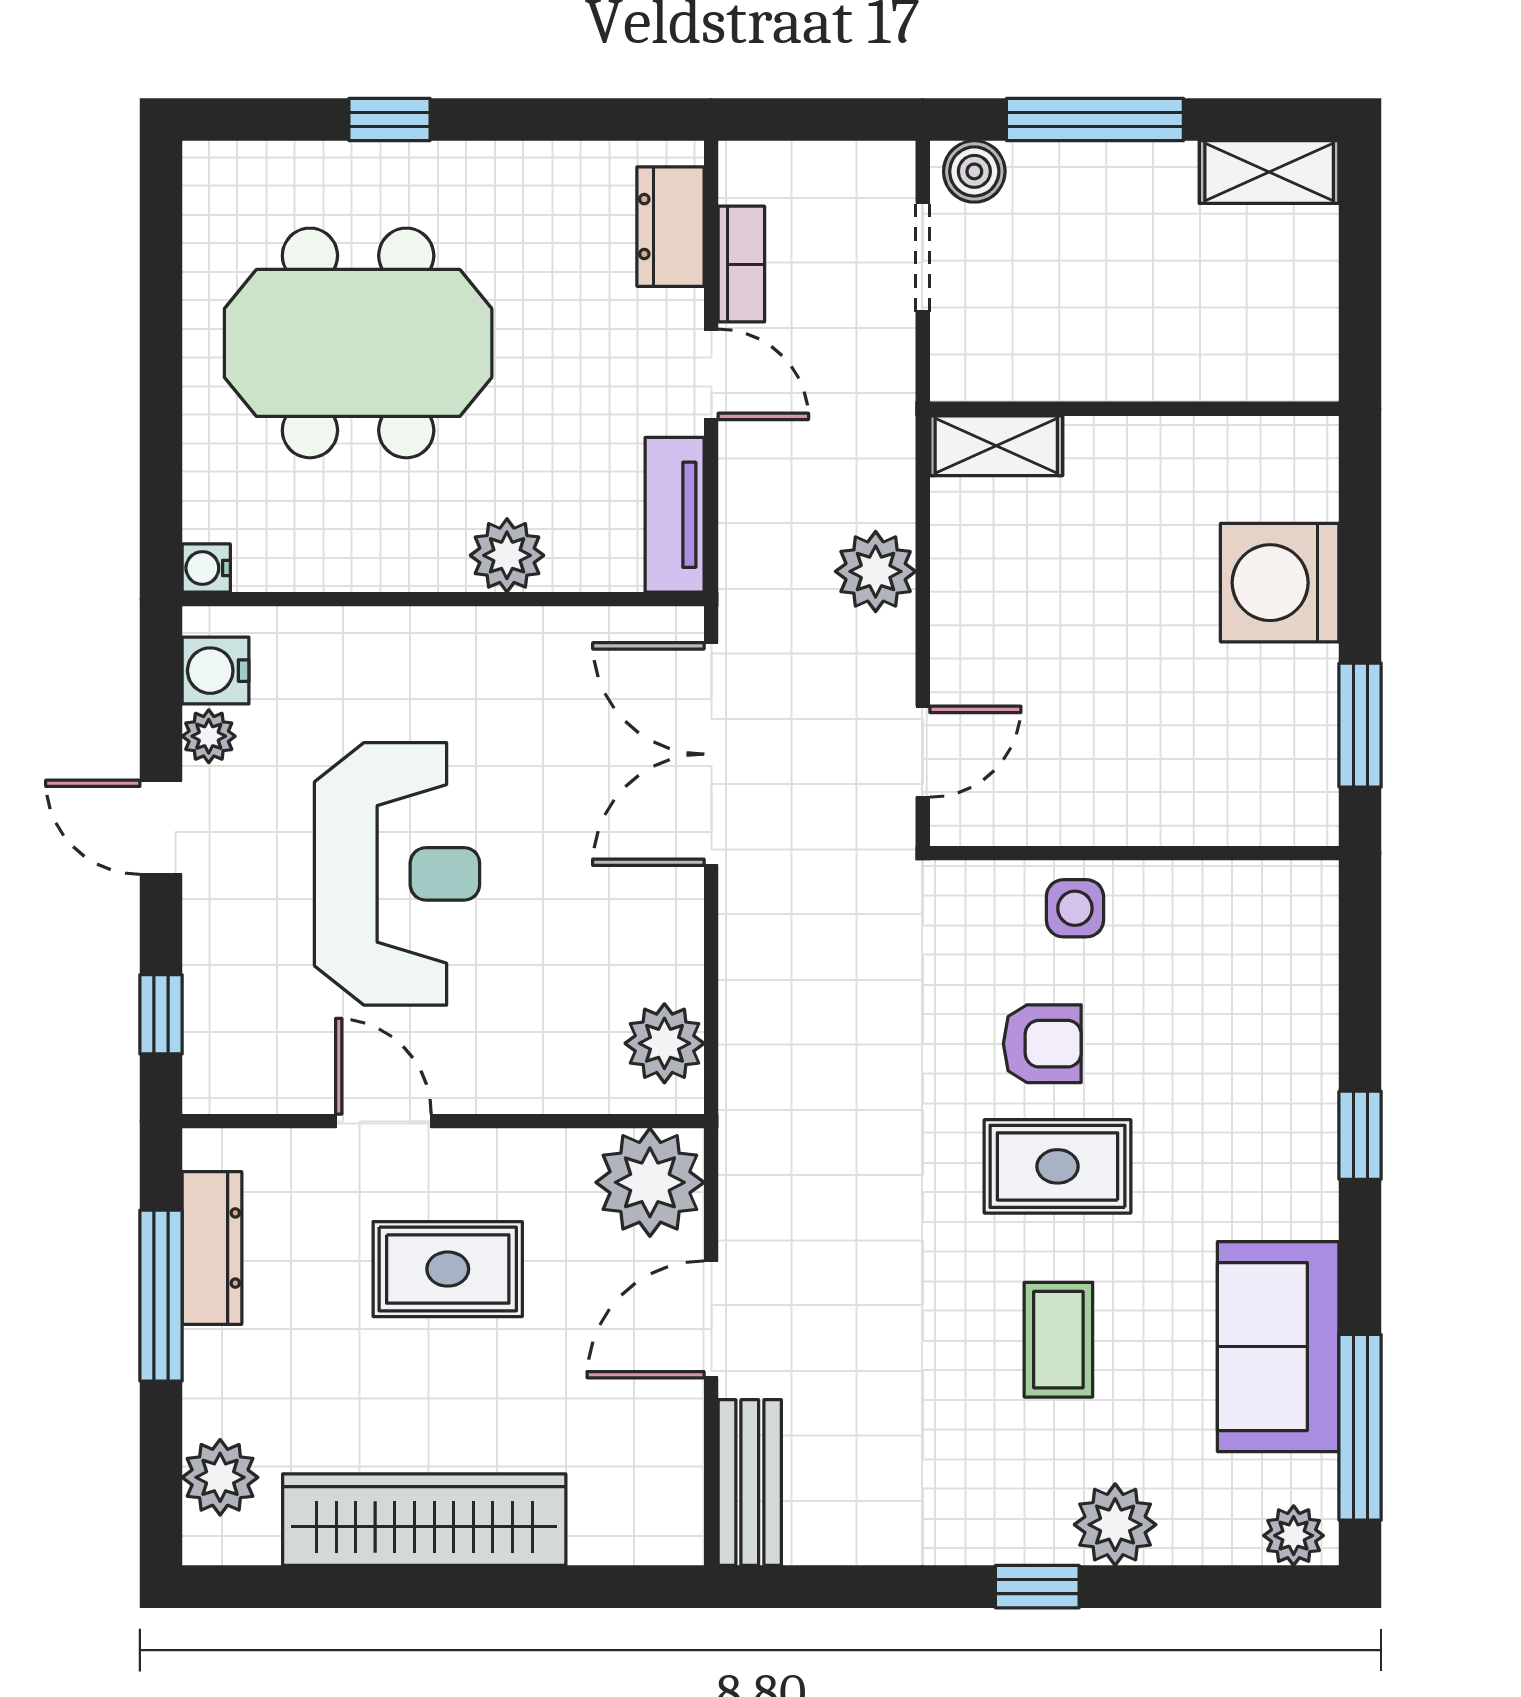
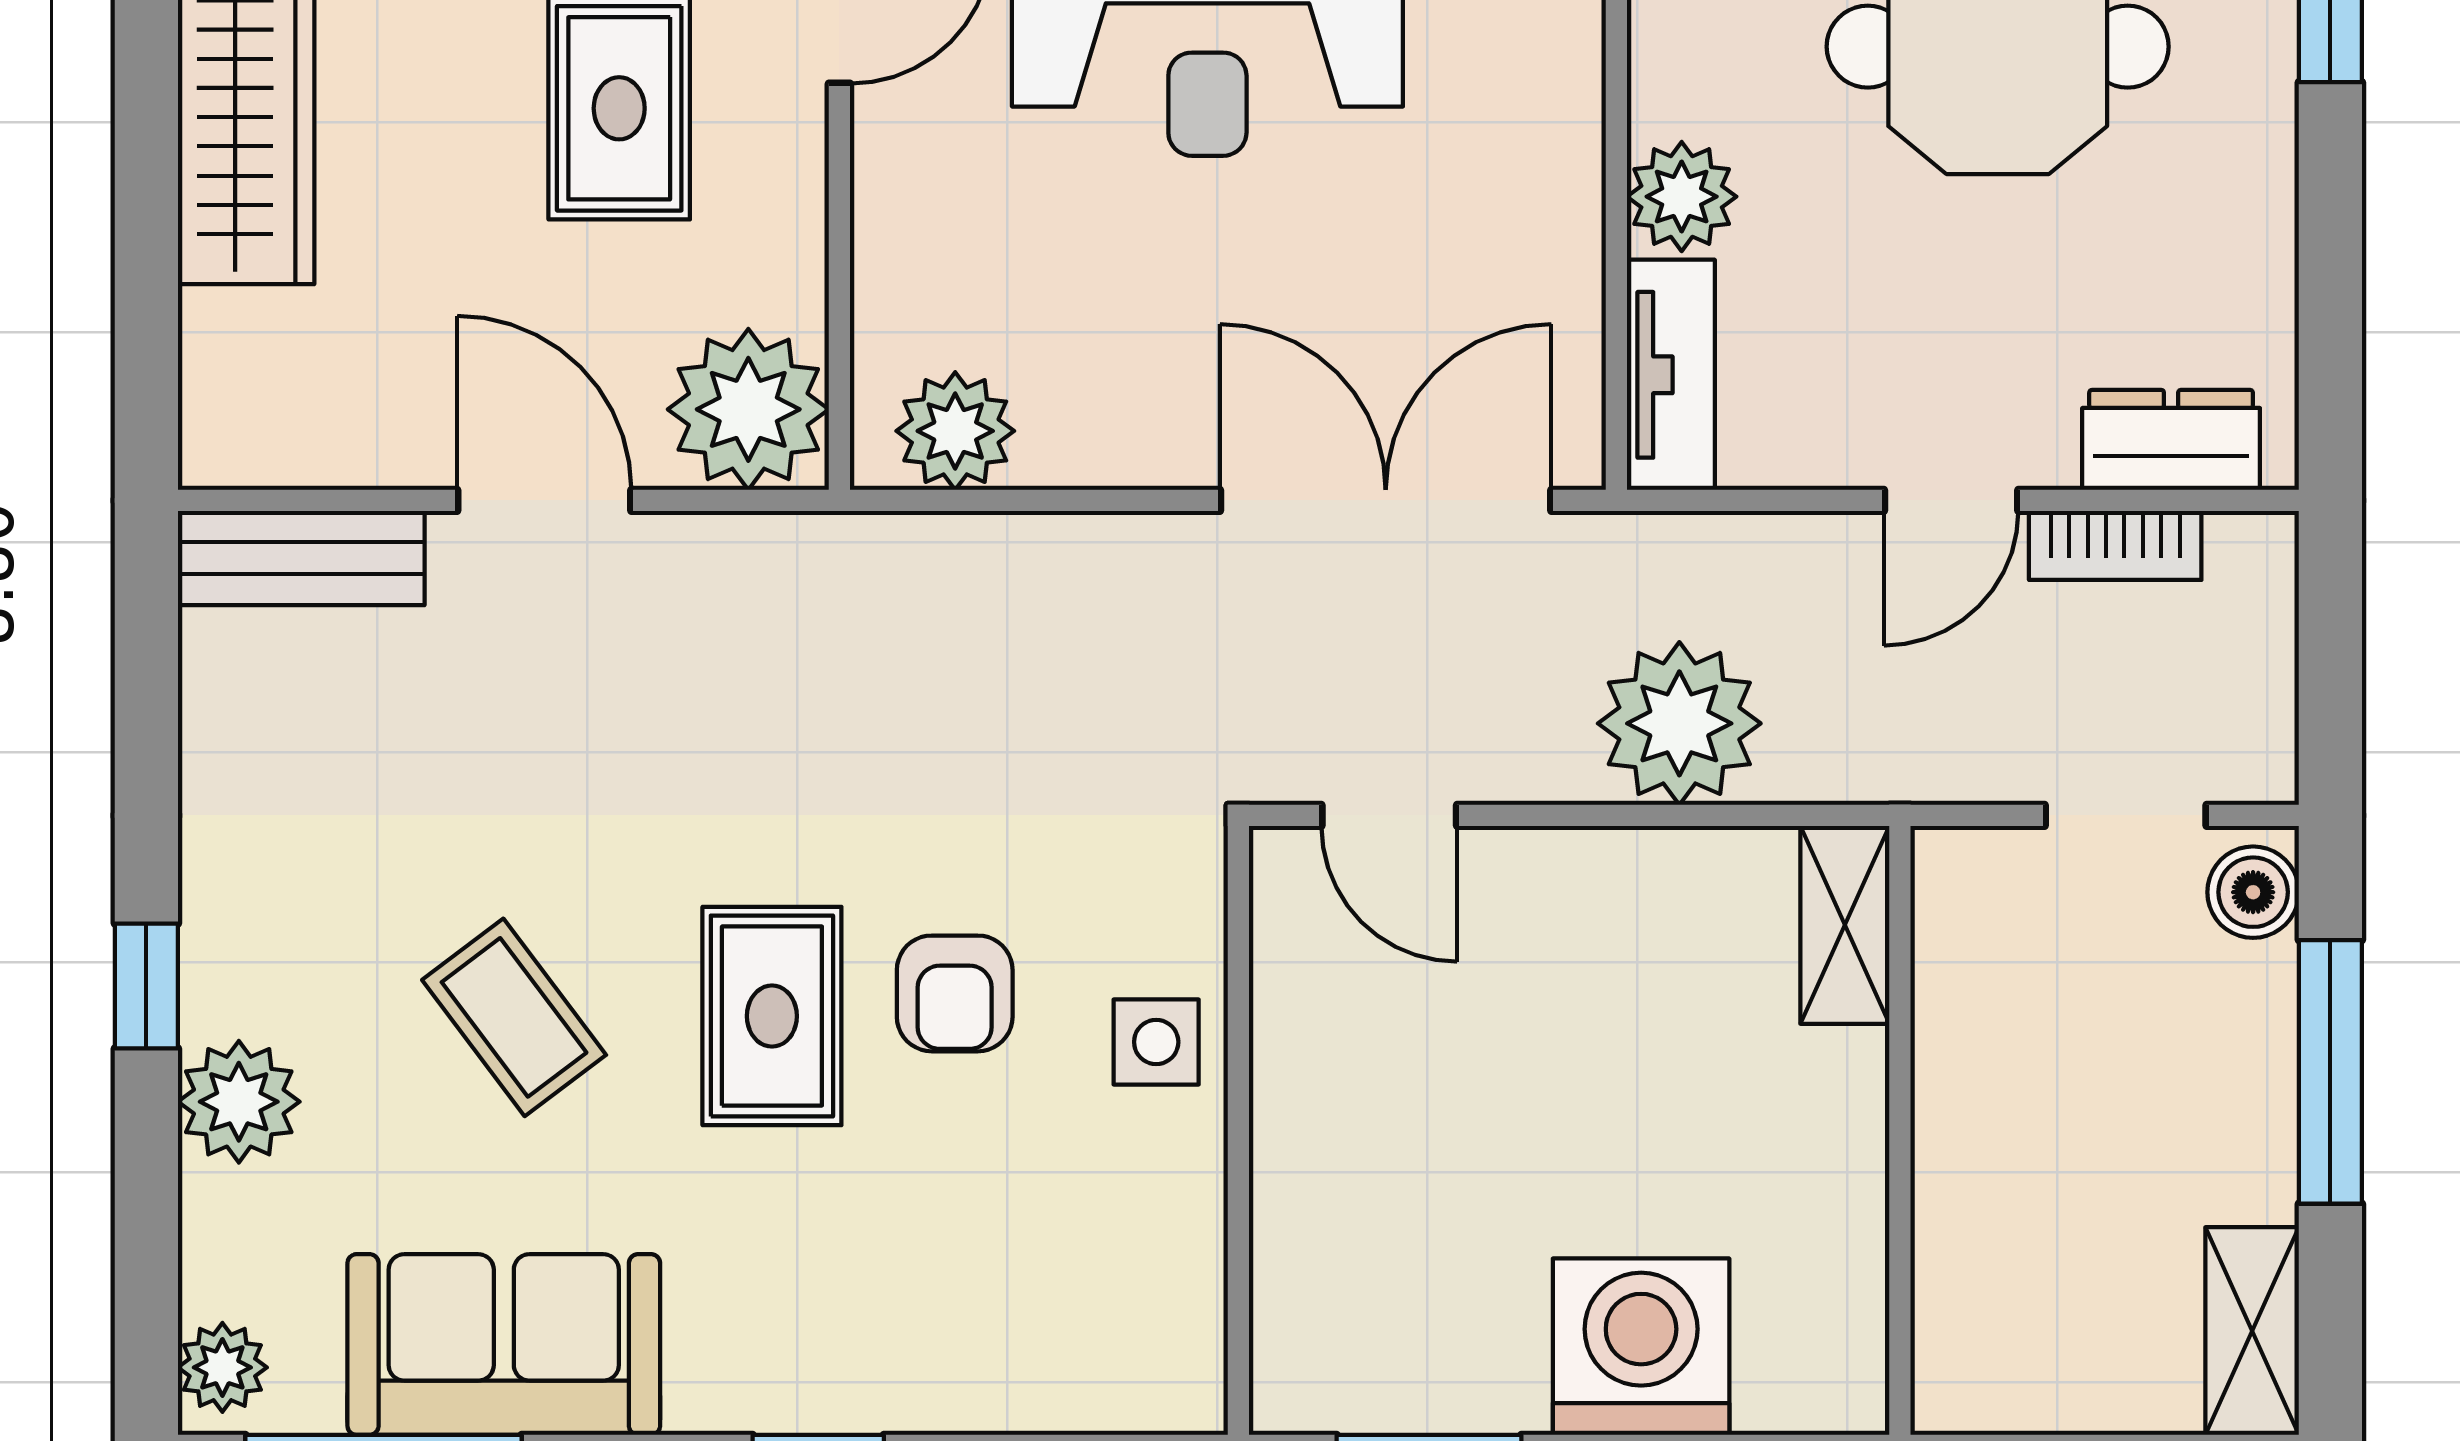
tv unit: (675, 515) -> (1671, 375), moved, turned 90
plant: (876, 571) -> (1679, 723), width x1.36, depth x1.36
coffee table: (1058, 1340) -> (514, 1017), turned 53

